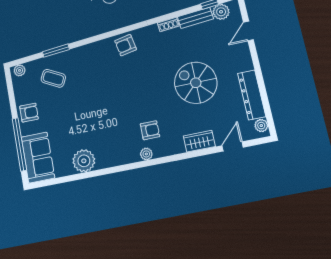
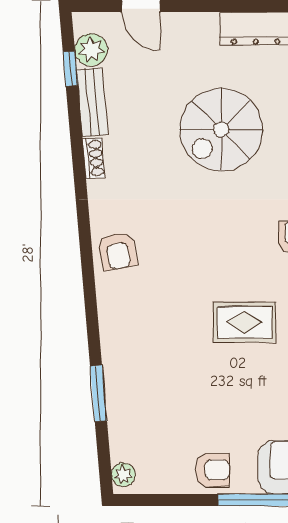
coffee table: (53, 78) -> (154, 409), removed
armchair: (29, 113) -> (213, 470), turned 90
rug: (103, 114) -> (244, 322), added

